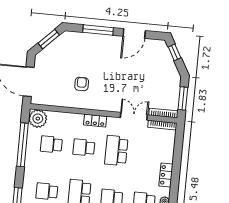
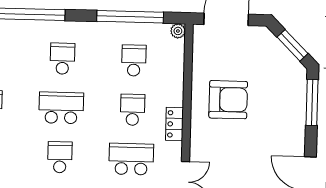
window: (98, 30) -> (312, 102), moved
armchair: (82, 84) -> (228, 100), width x1.88, depth x1.88
plant: (38, 119) -> (178, 31), width x0.53, depth x0.53

